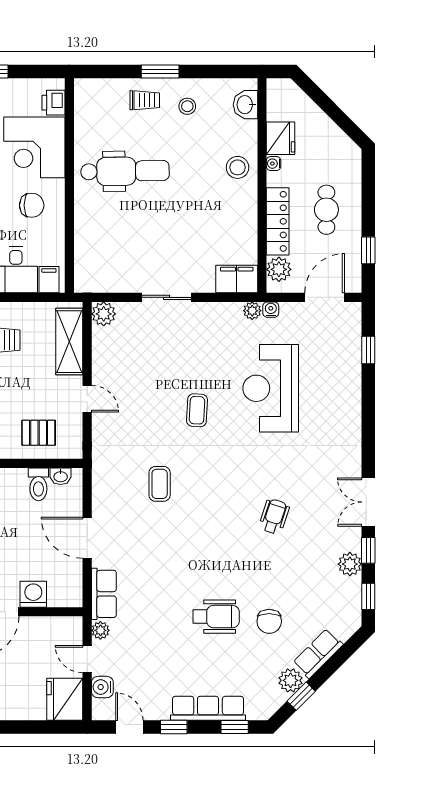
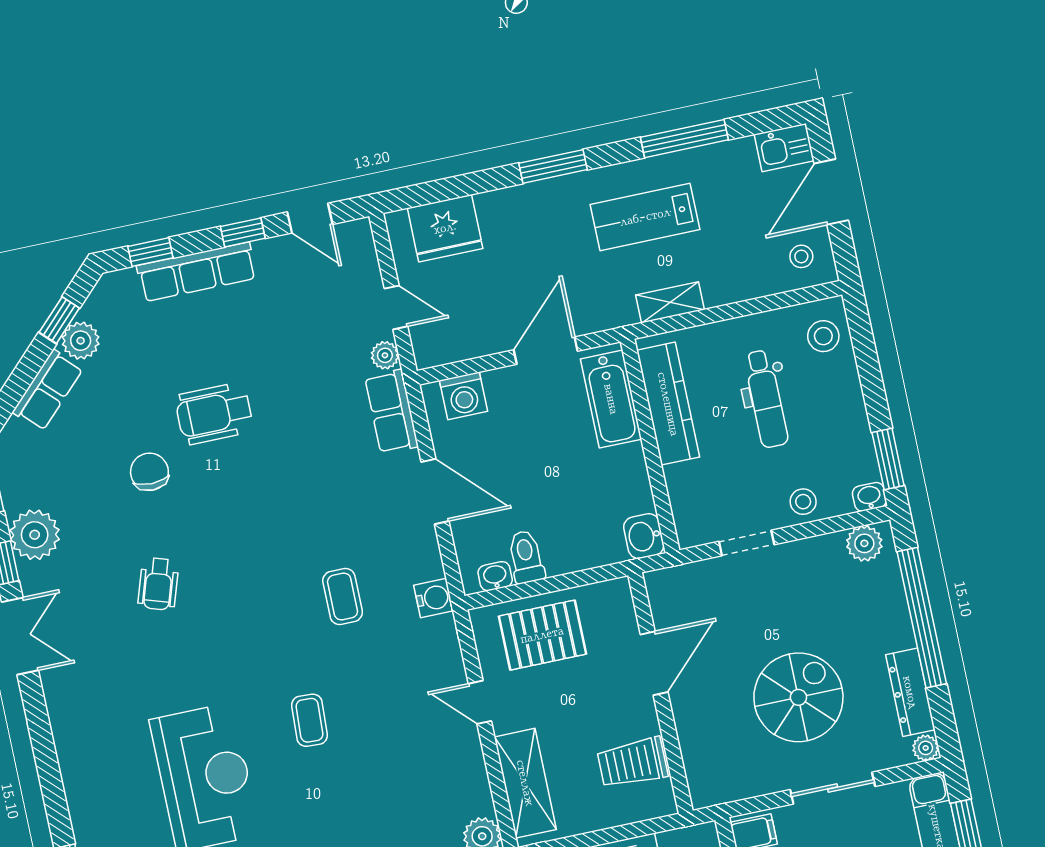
pallet: (39, 433) -> (542, 635), width x1.50, depth x1.42
plant: (350, 564) -> (35, 535), width x1.36, depth x1.36
washing machine: (33, 594) -> (464, 396), moved
chair: (269, 621) -> (149, 472), moved
water cooler: (102, 687) -> (434, 598), moved
fridge: (65, 699) -> (445, 228), moved, turned 90

